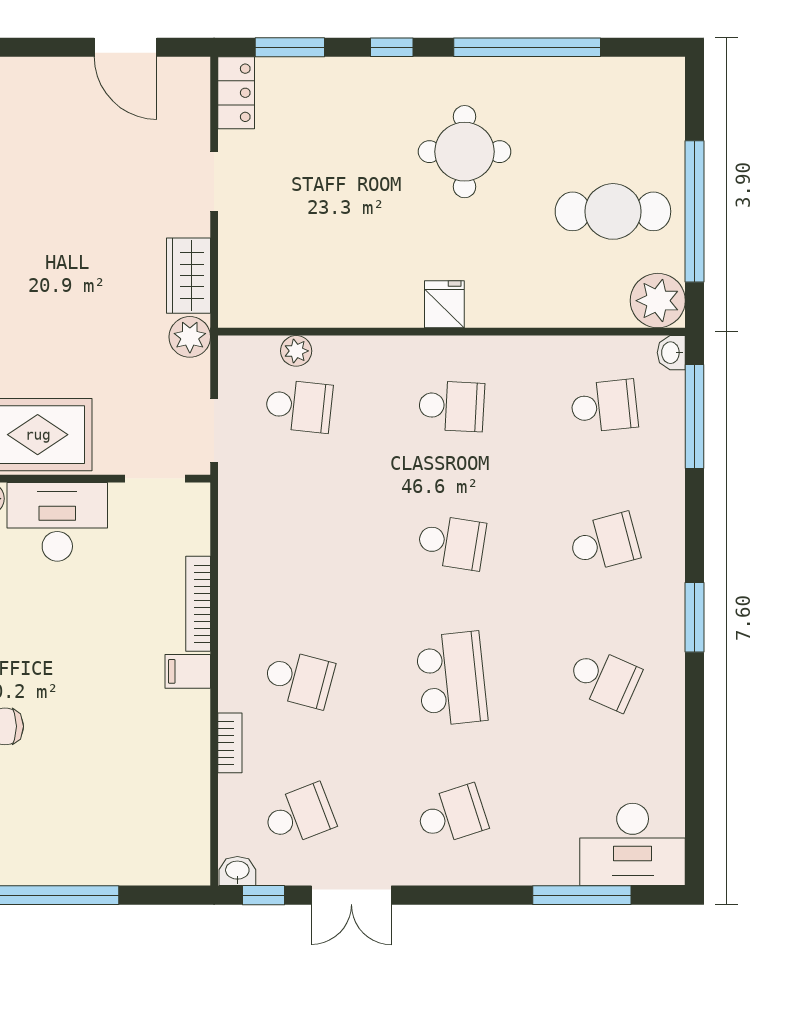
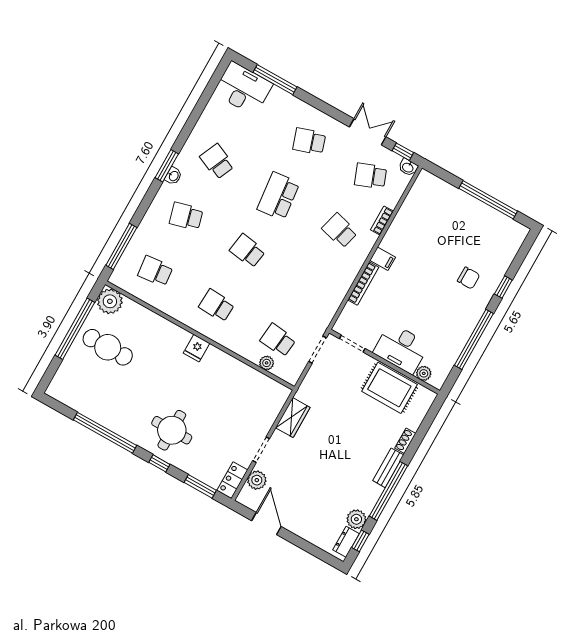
round table: (465, 152) -> (172, 430), moved
plant: (190, 337) -> (257, 480), moved
washbasin: (671, 353) -> (173, 176), moved

